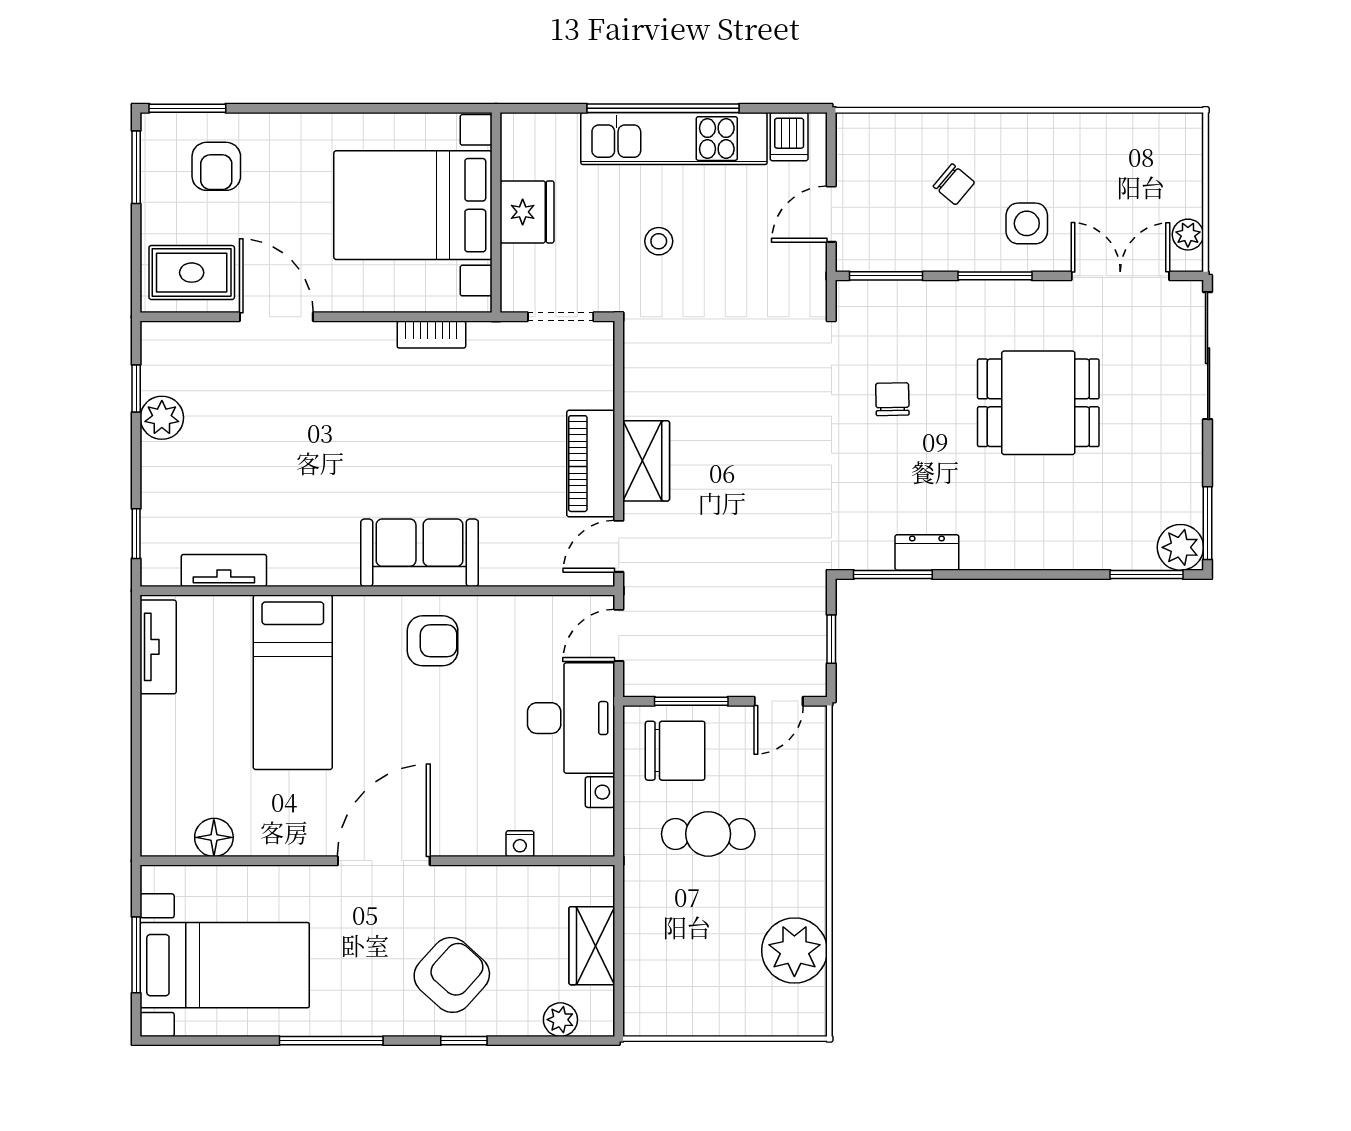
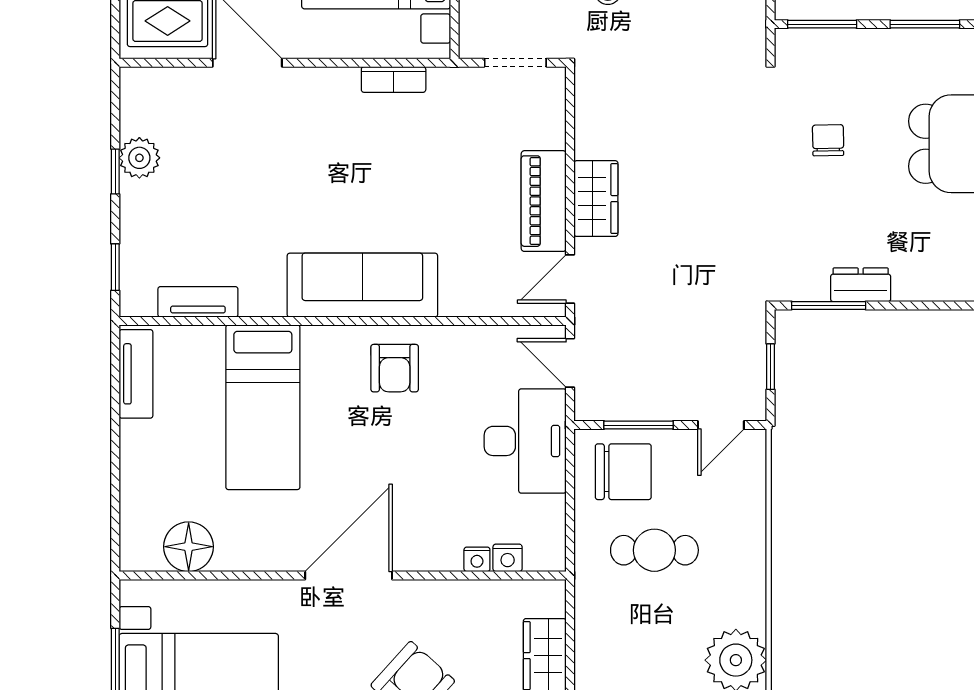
window: (136, 388) -> (115, 172), moved
sofa: (420, 553) -> (362, 285), width x1.36
door: (619, 635) -> (570, 363), hinge flipped
armchair: (433, 641) -> (395, 368), turned 90
nightstand: (600, 792) -> (508, 558), moved, turned 90
floor lamp: (214, 837) -> (189, 547), width x1.38, depth x1.38

